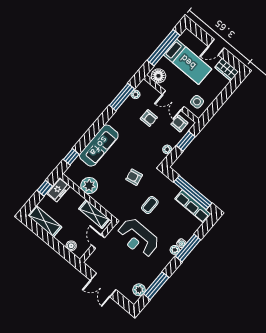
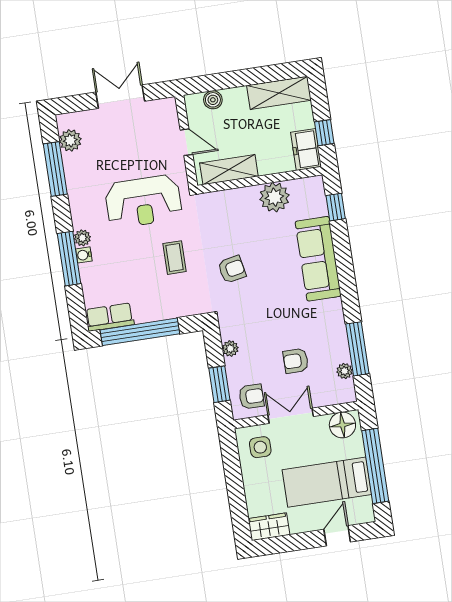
door: (216, 47) -> (337, 536), moved
row of seats: (193, 206) -> (110, 317), width x0.68
reception desk: (138, 238) -> (143, 201), turned 180

